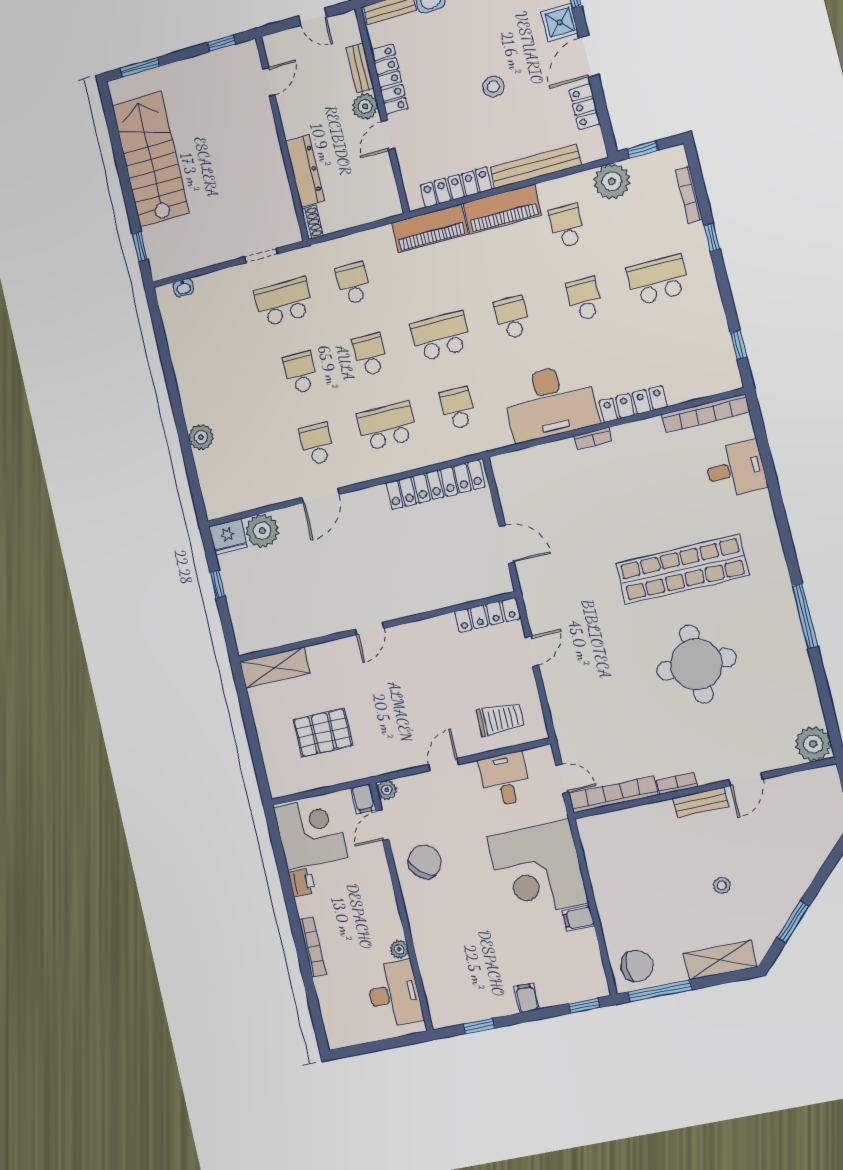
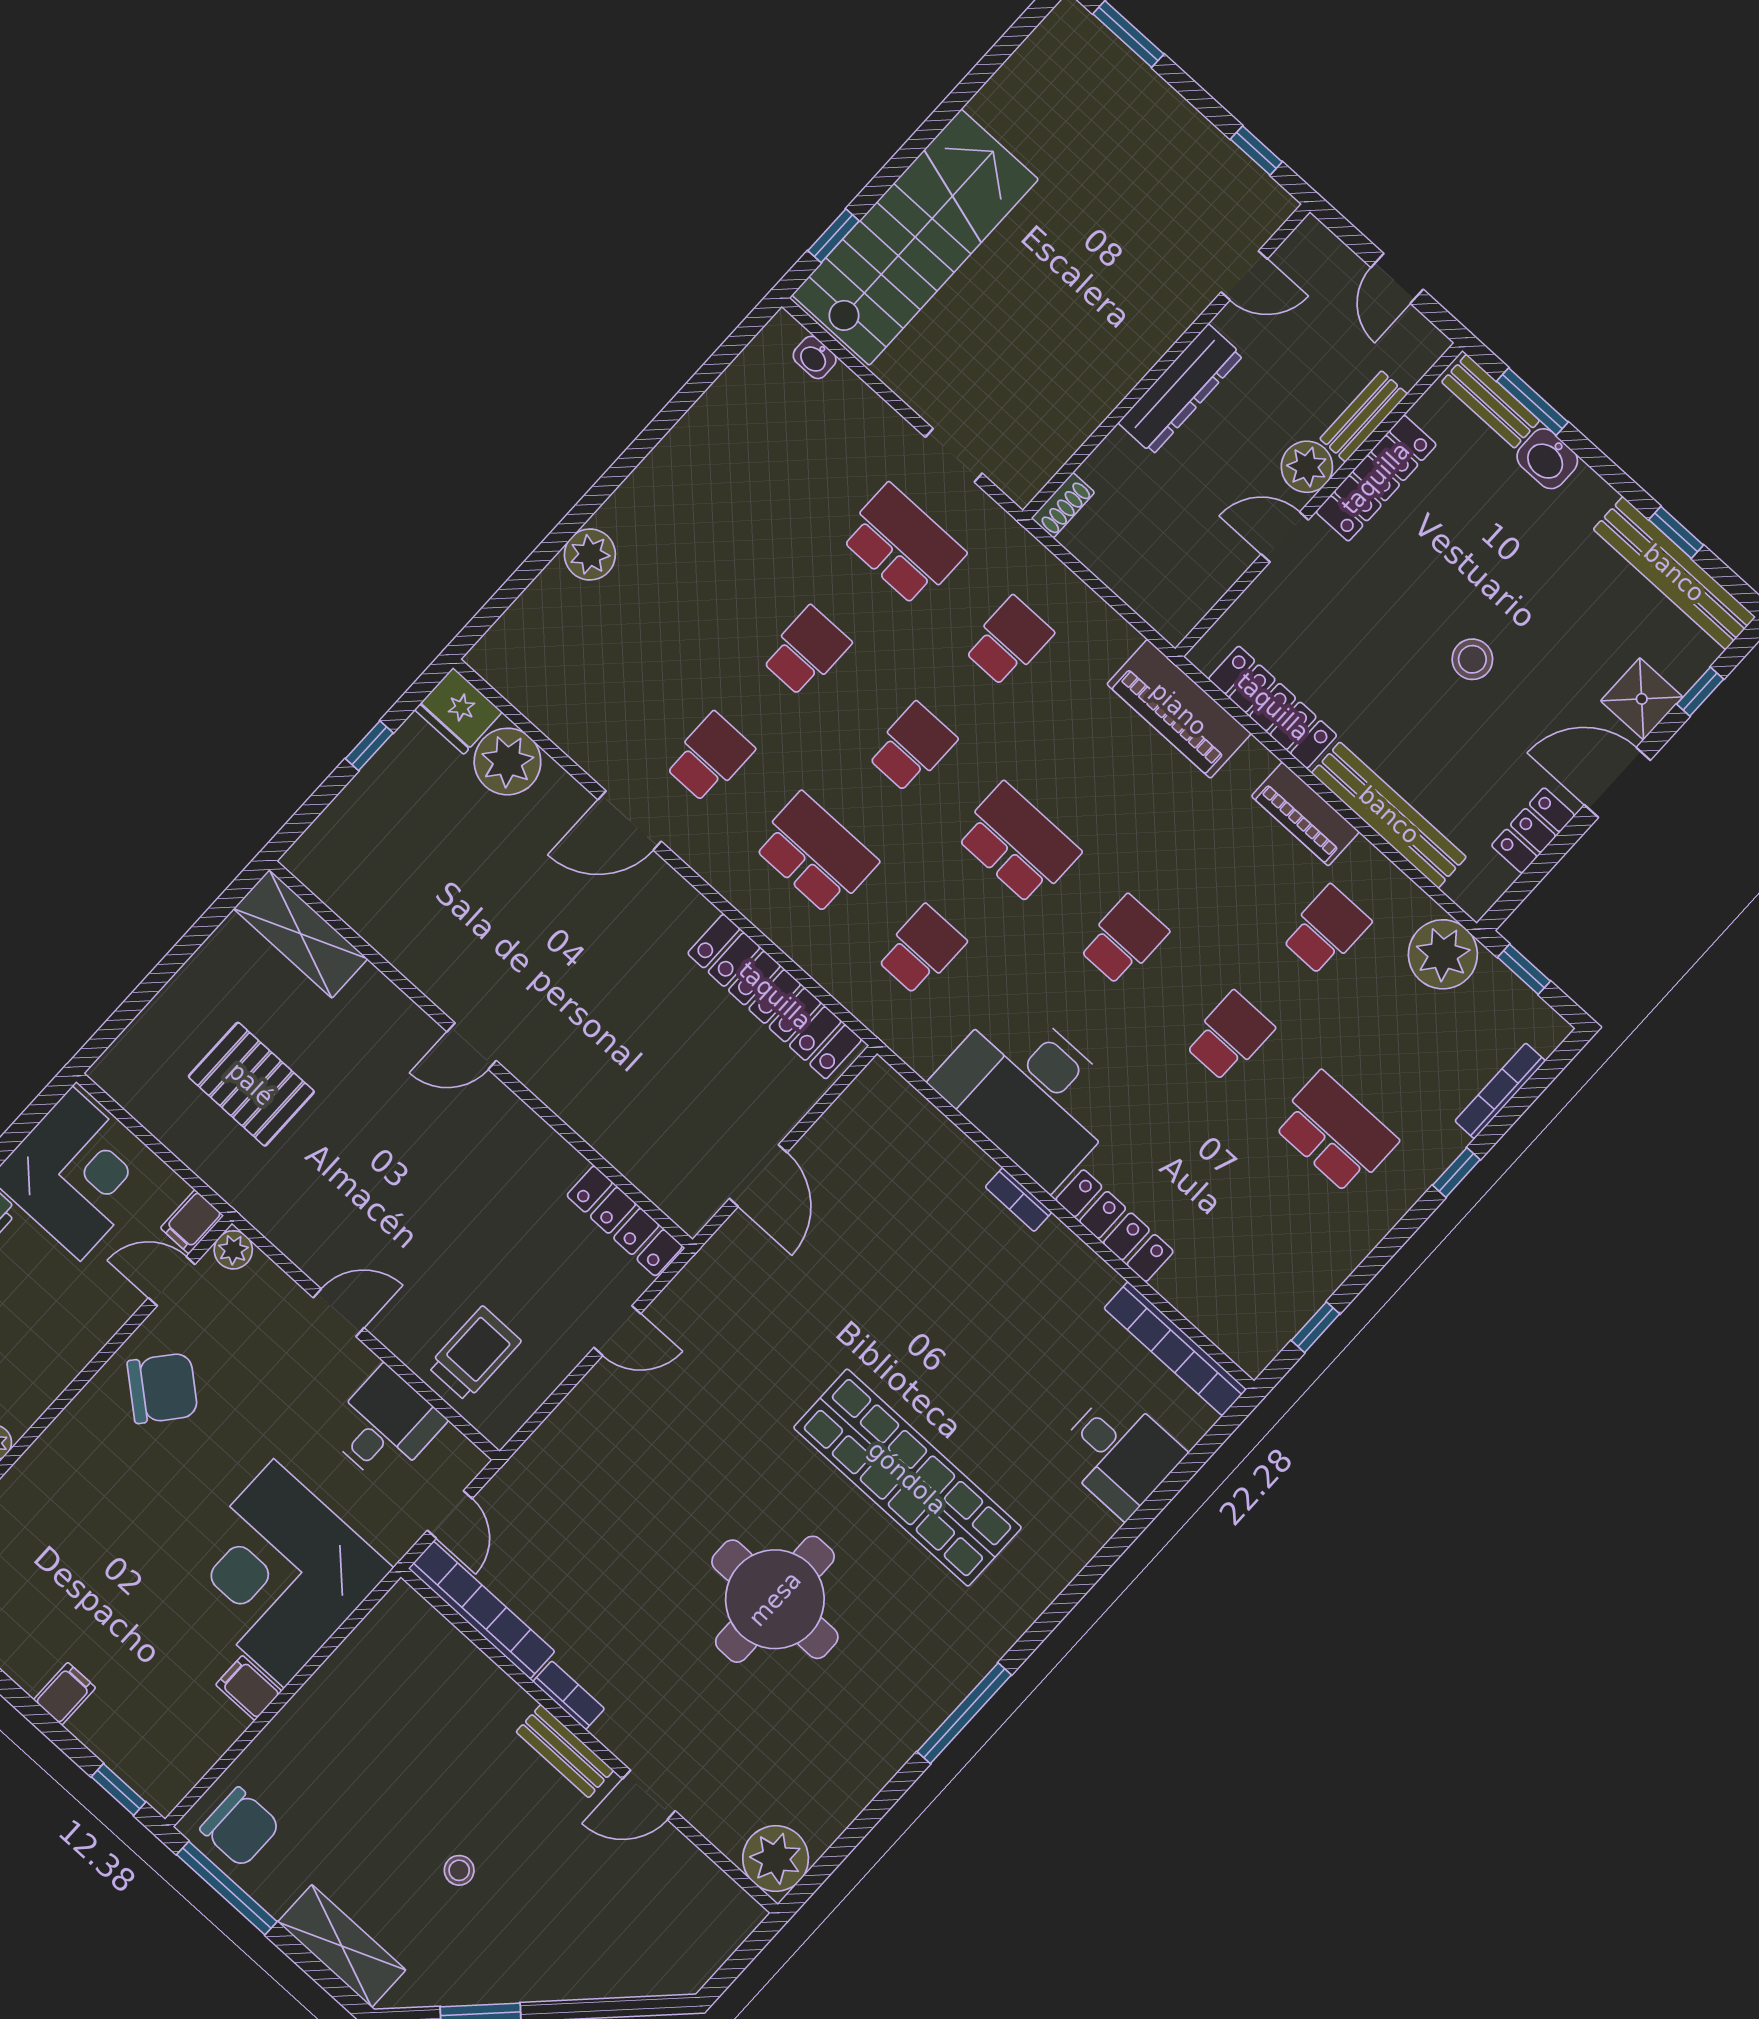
stairs: (151, 159) -> (915, 237), moved
dresser: (305, 171) -> (1180, 389), moved
piano: (502, 209) -> (1305, 814), width x0.73, depth x0.75
trolley: (500, 719) -> (474, 1354), turned -90

